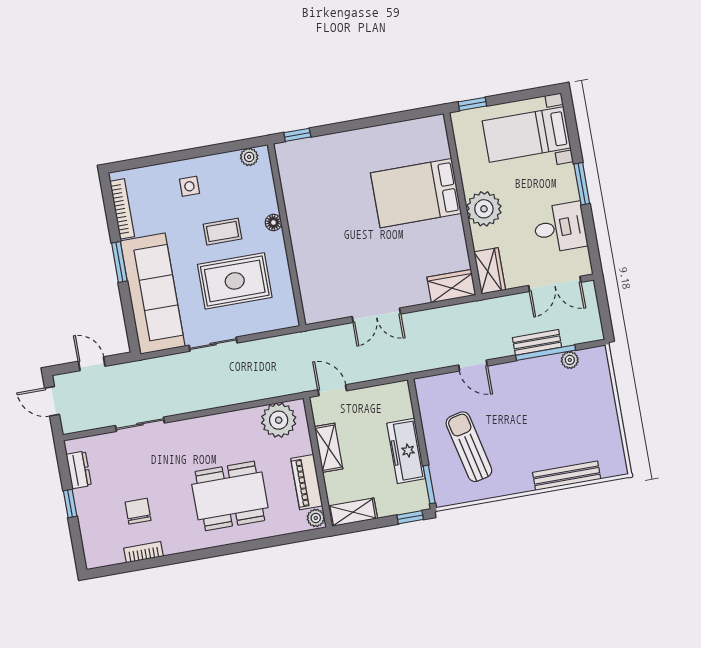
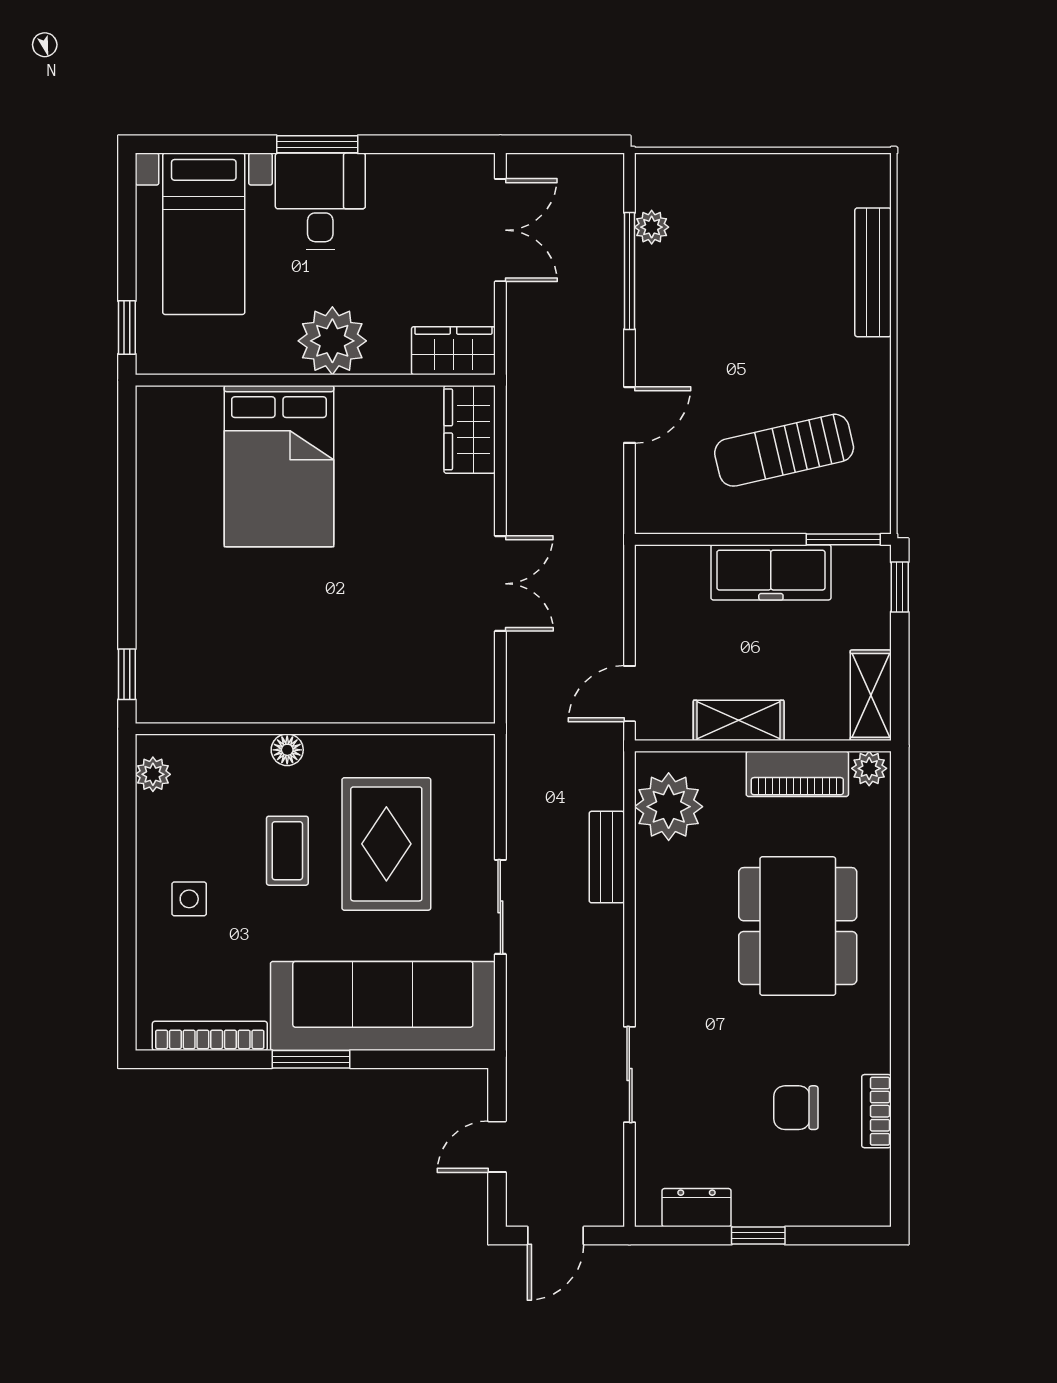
desk: (560, 228) -> (320, 201), moved
bench: (537, 342) -> (607, 857), moved

